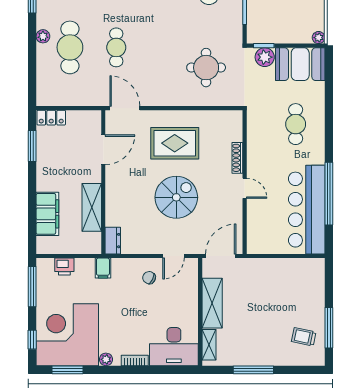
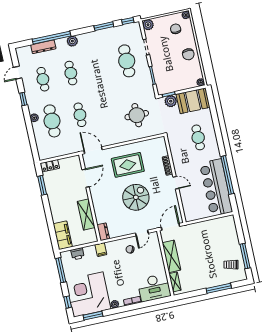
filing cabinet: (47, 214) -> (63, 235), moved
window: (253, 370) -> (219, 288), moved

